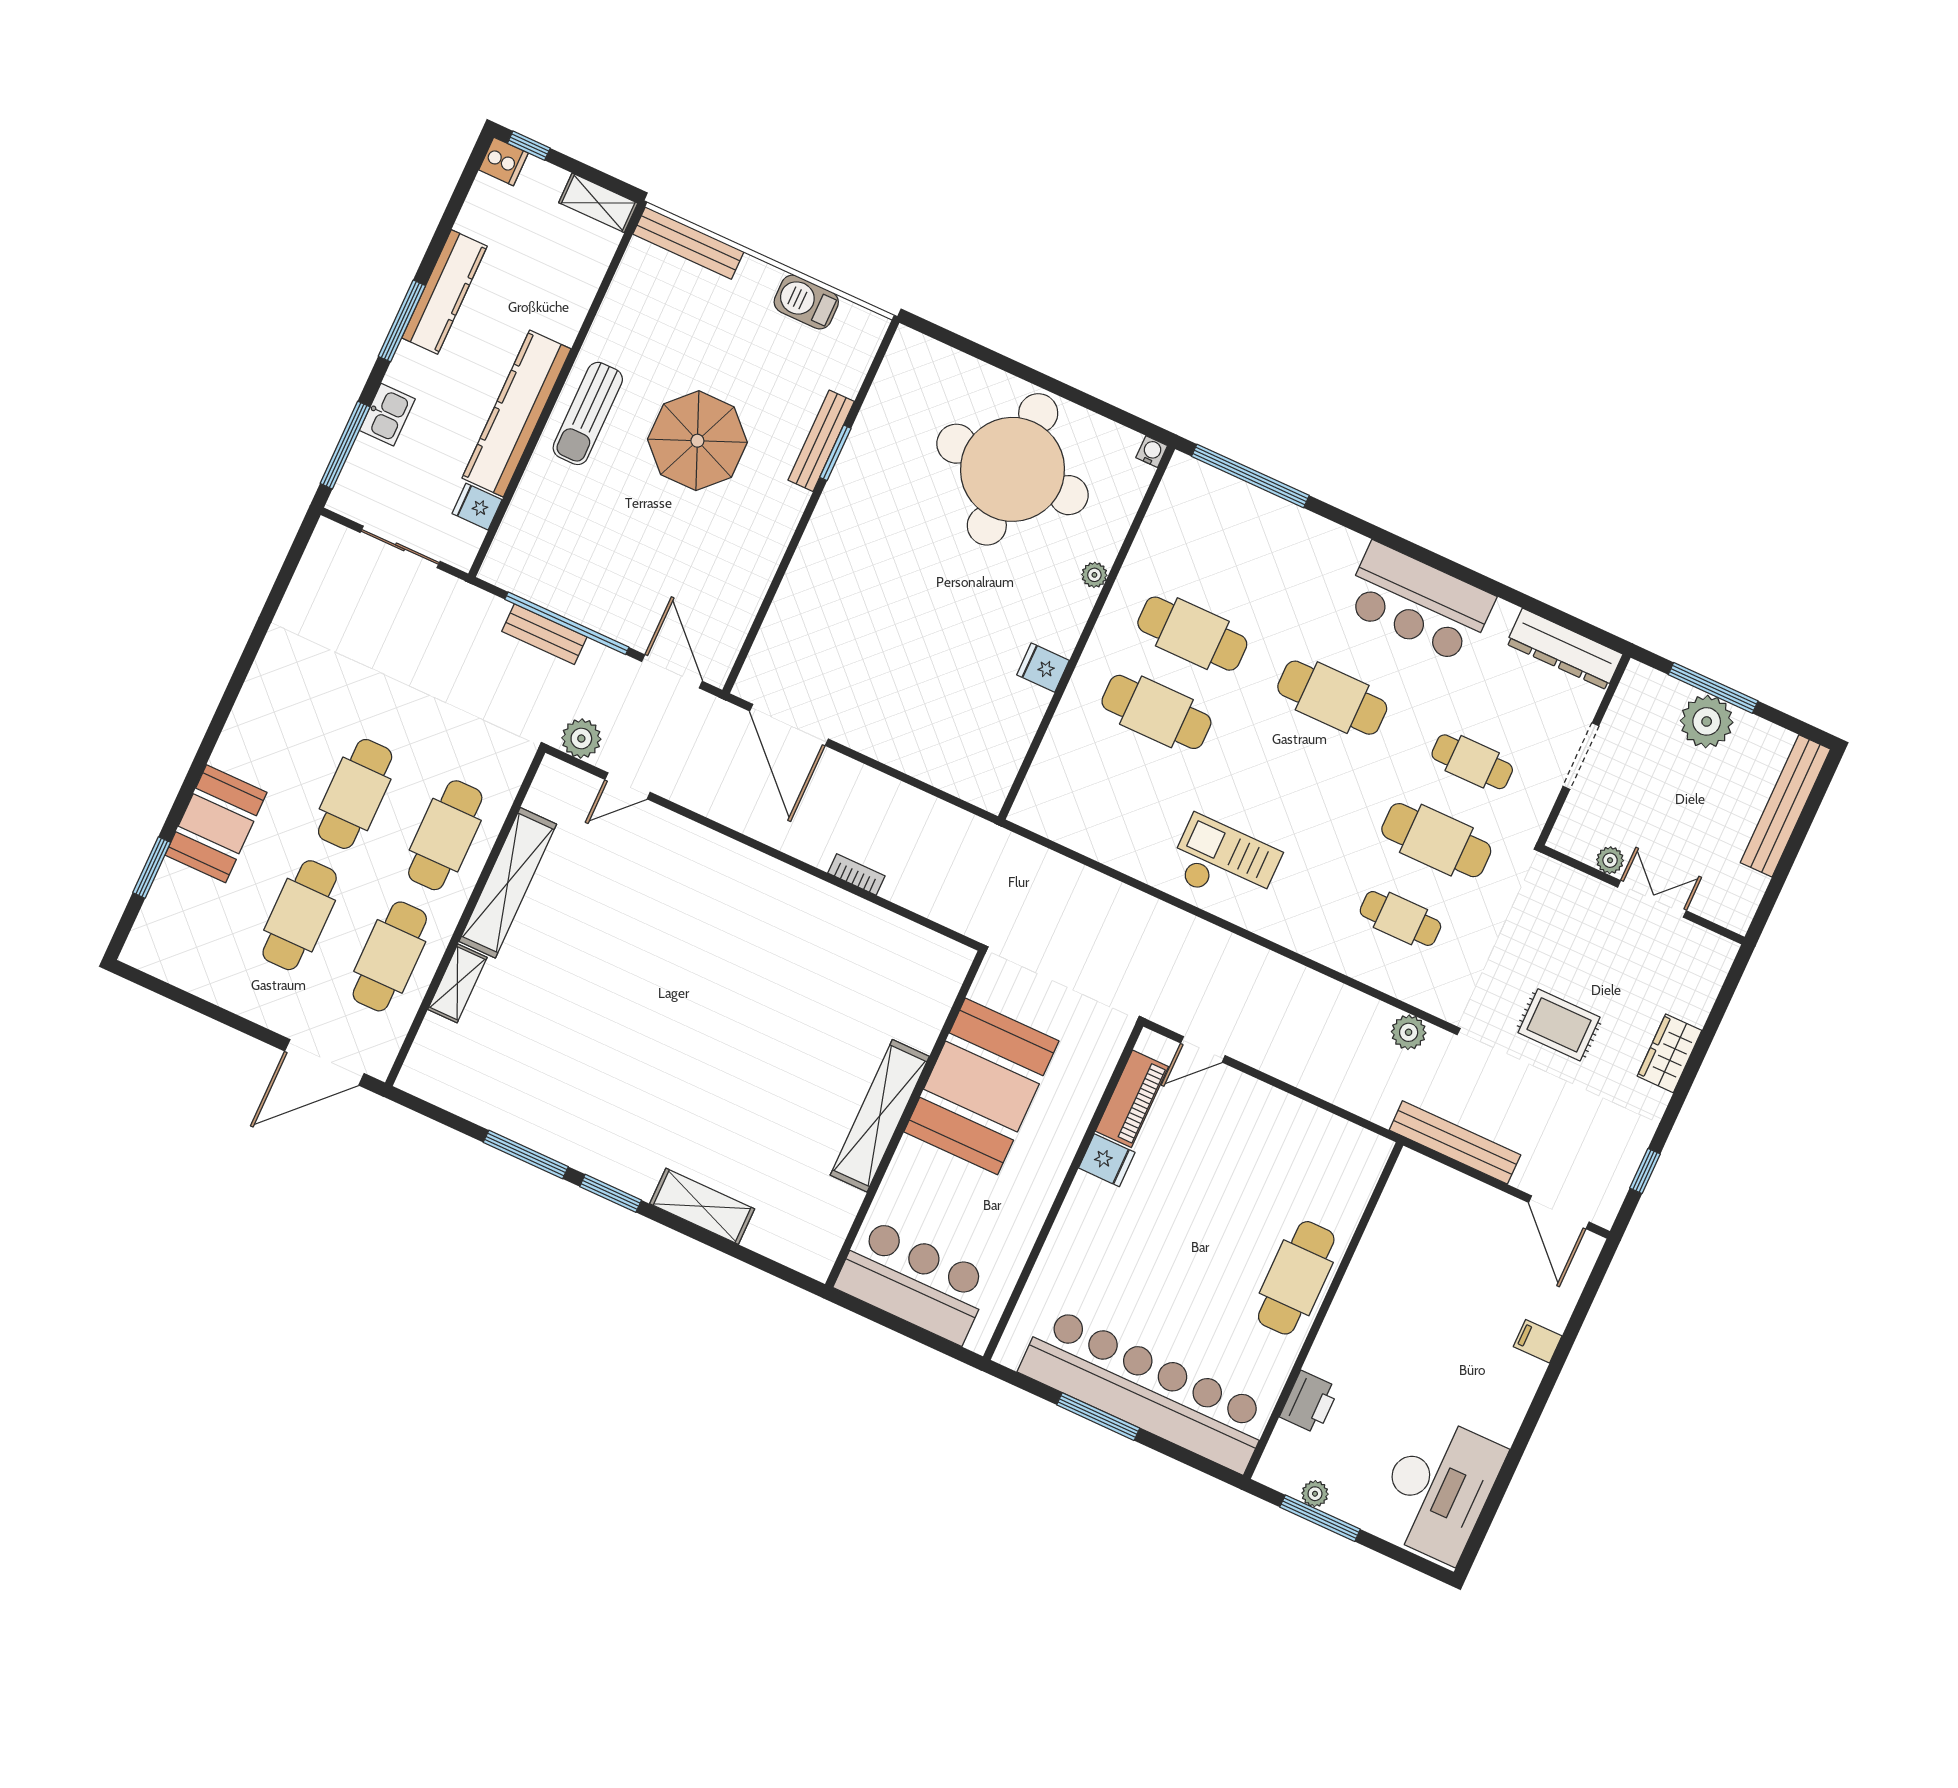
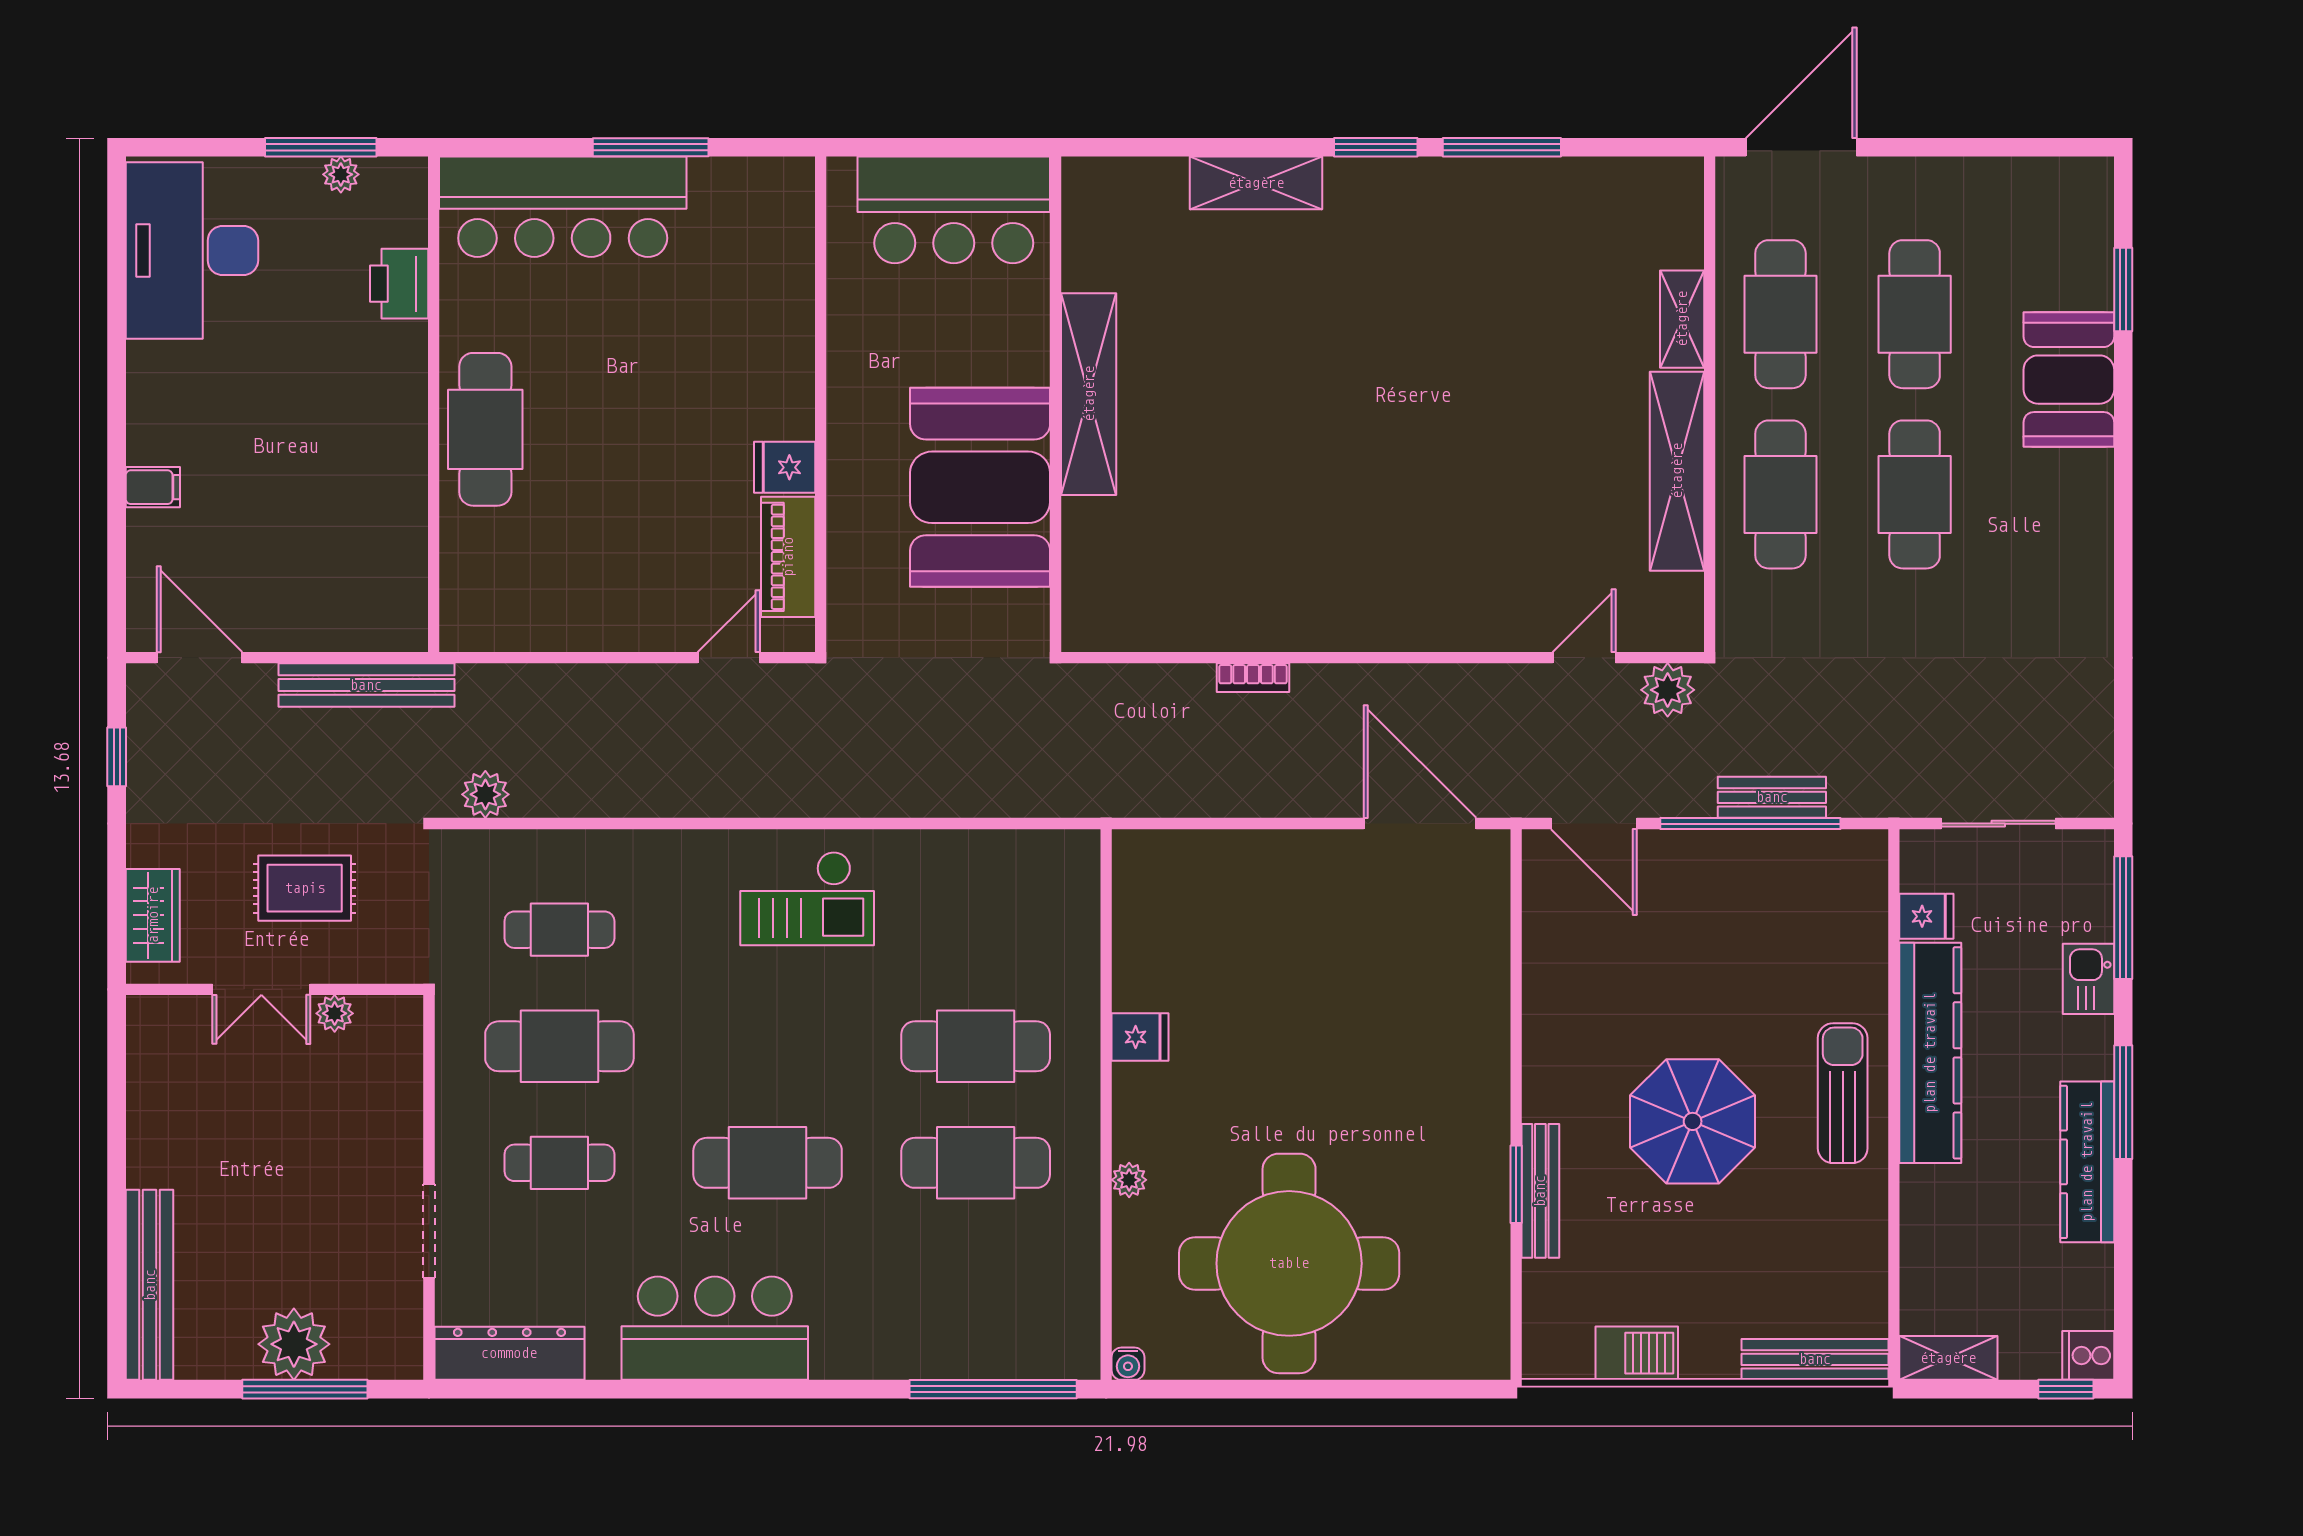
plant: (1610, 860) -> (335, 1013), moved
wall: (1643, 895) -> (275, 989), moved
double door: (1652, 899) -> (261, 989), moved
bar counter: (1146, 1390) -> (563, 207), width x0.73

